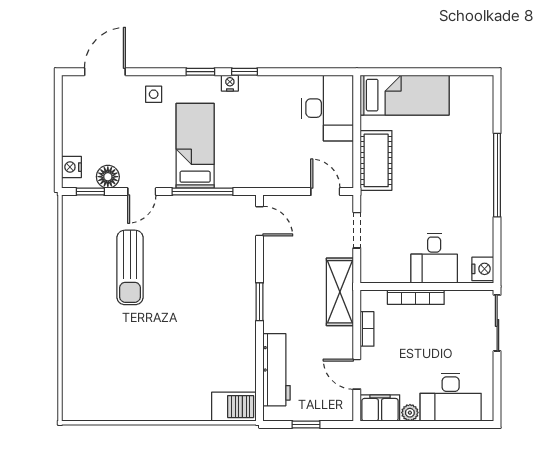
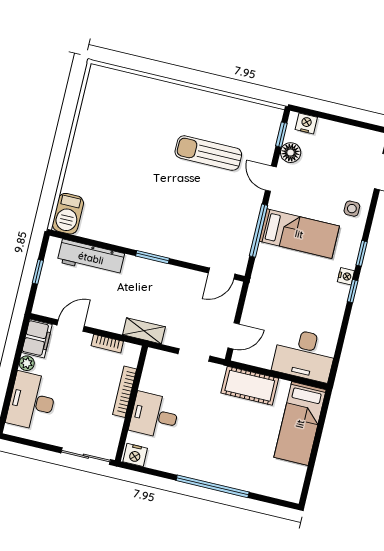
shelving: (340, 292) -> (144, 331), width x0.67, depth x0.75

